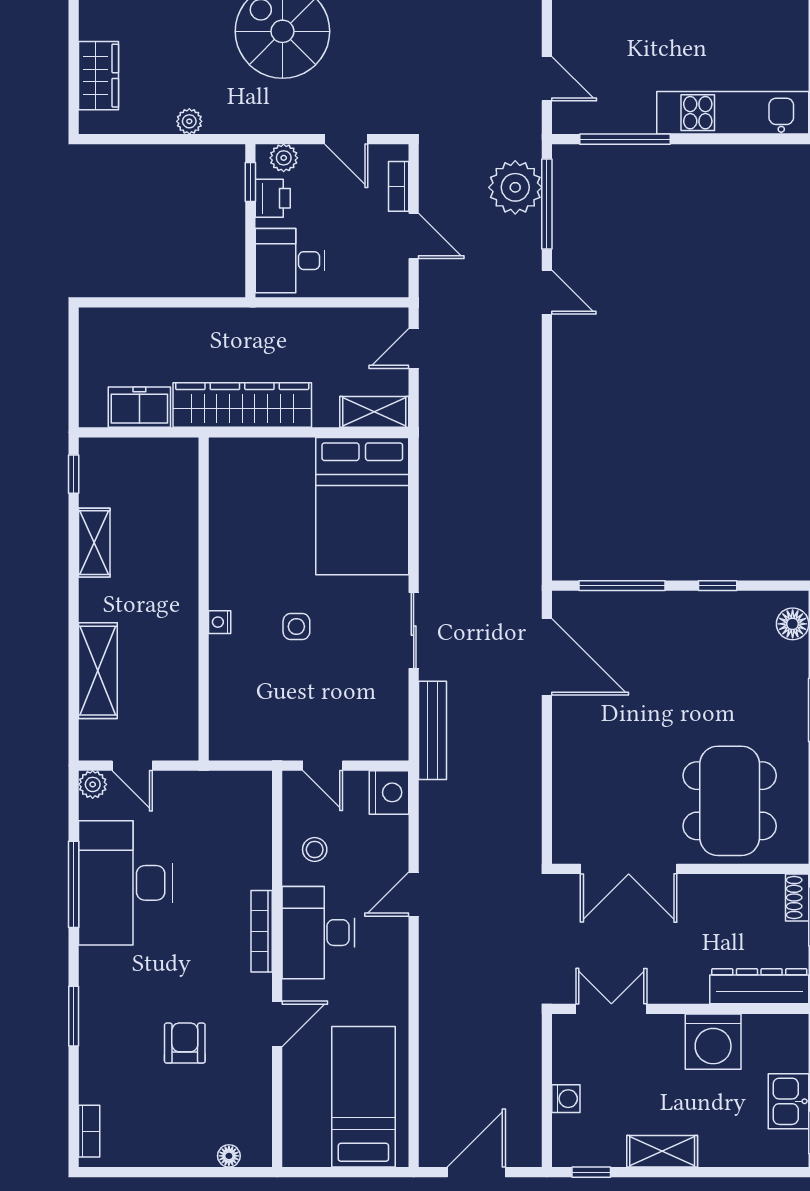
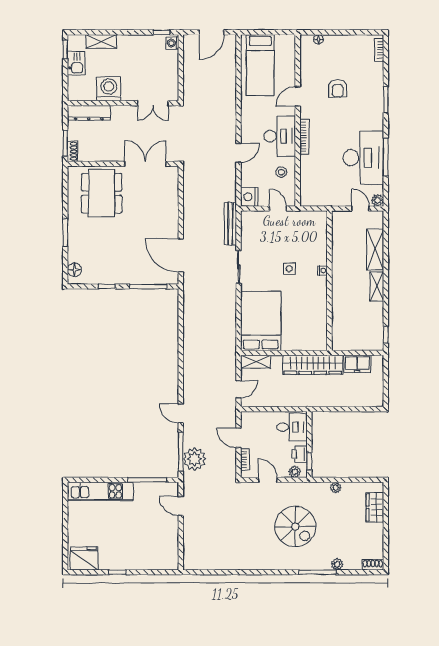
shelving: (94, 543) -> (377, 286), moved
washing machine: (566, 1099) -> (172, 43), moved
shelving: (662, 1151) -> (101, 41), moved

